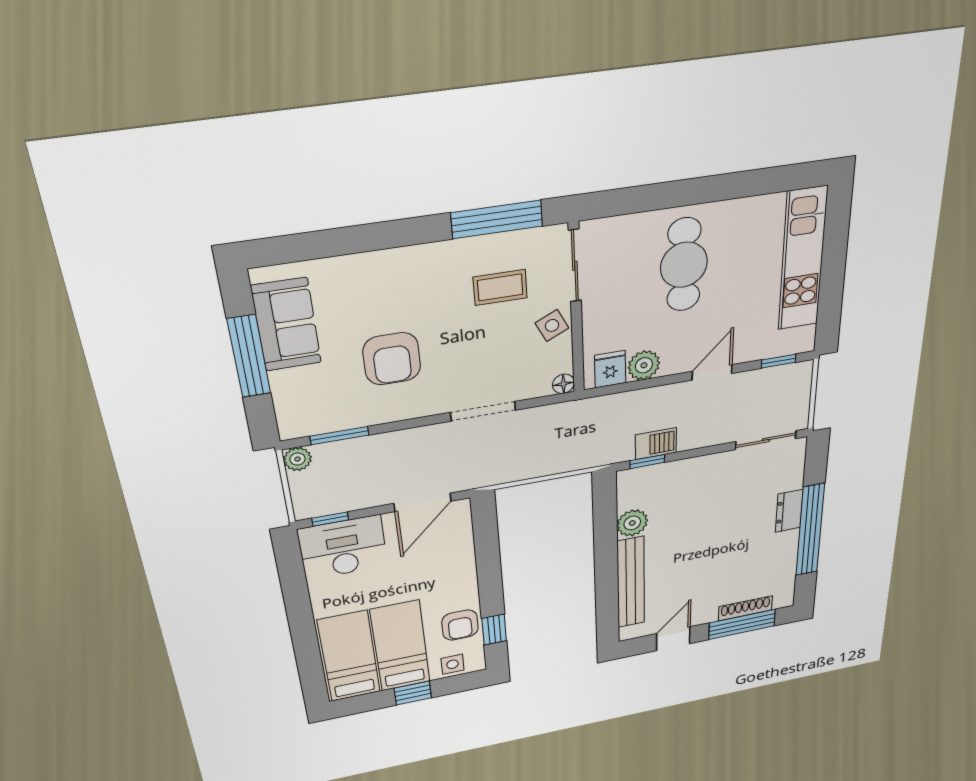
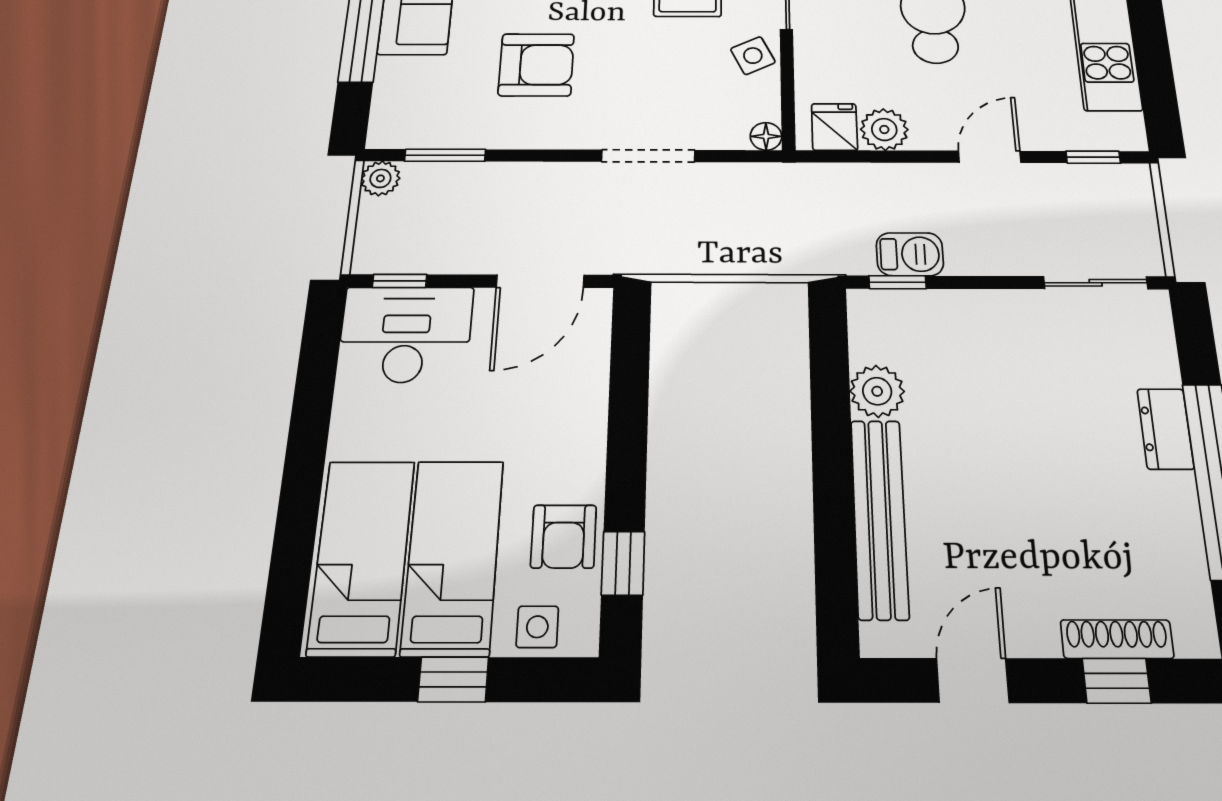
armchair: (392, 359) -> (536, 65), turned -90
window: (742, 624) -> (1117, 681), width x0.46

